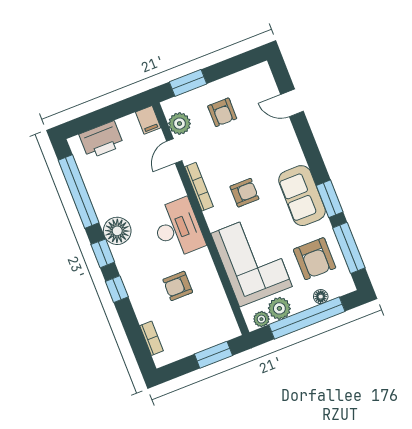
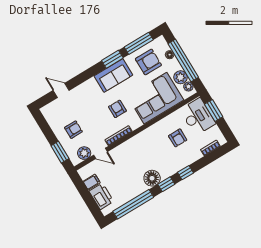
door: (292, 103) -> (61, 90), swing flipped
filing cabinet: (148, 120) -> (92, 182), moved
desk: (178, 228) -> (198, 117), moved, turned 90

